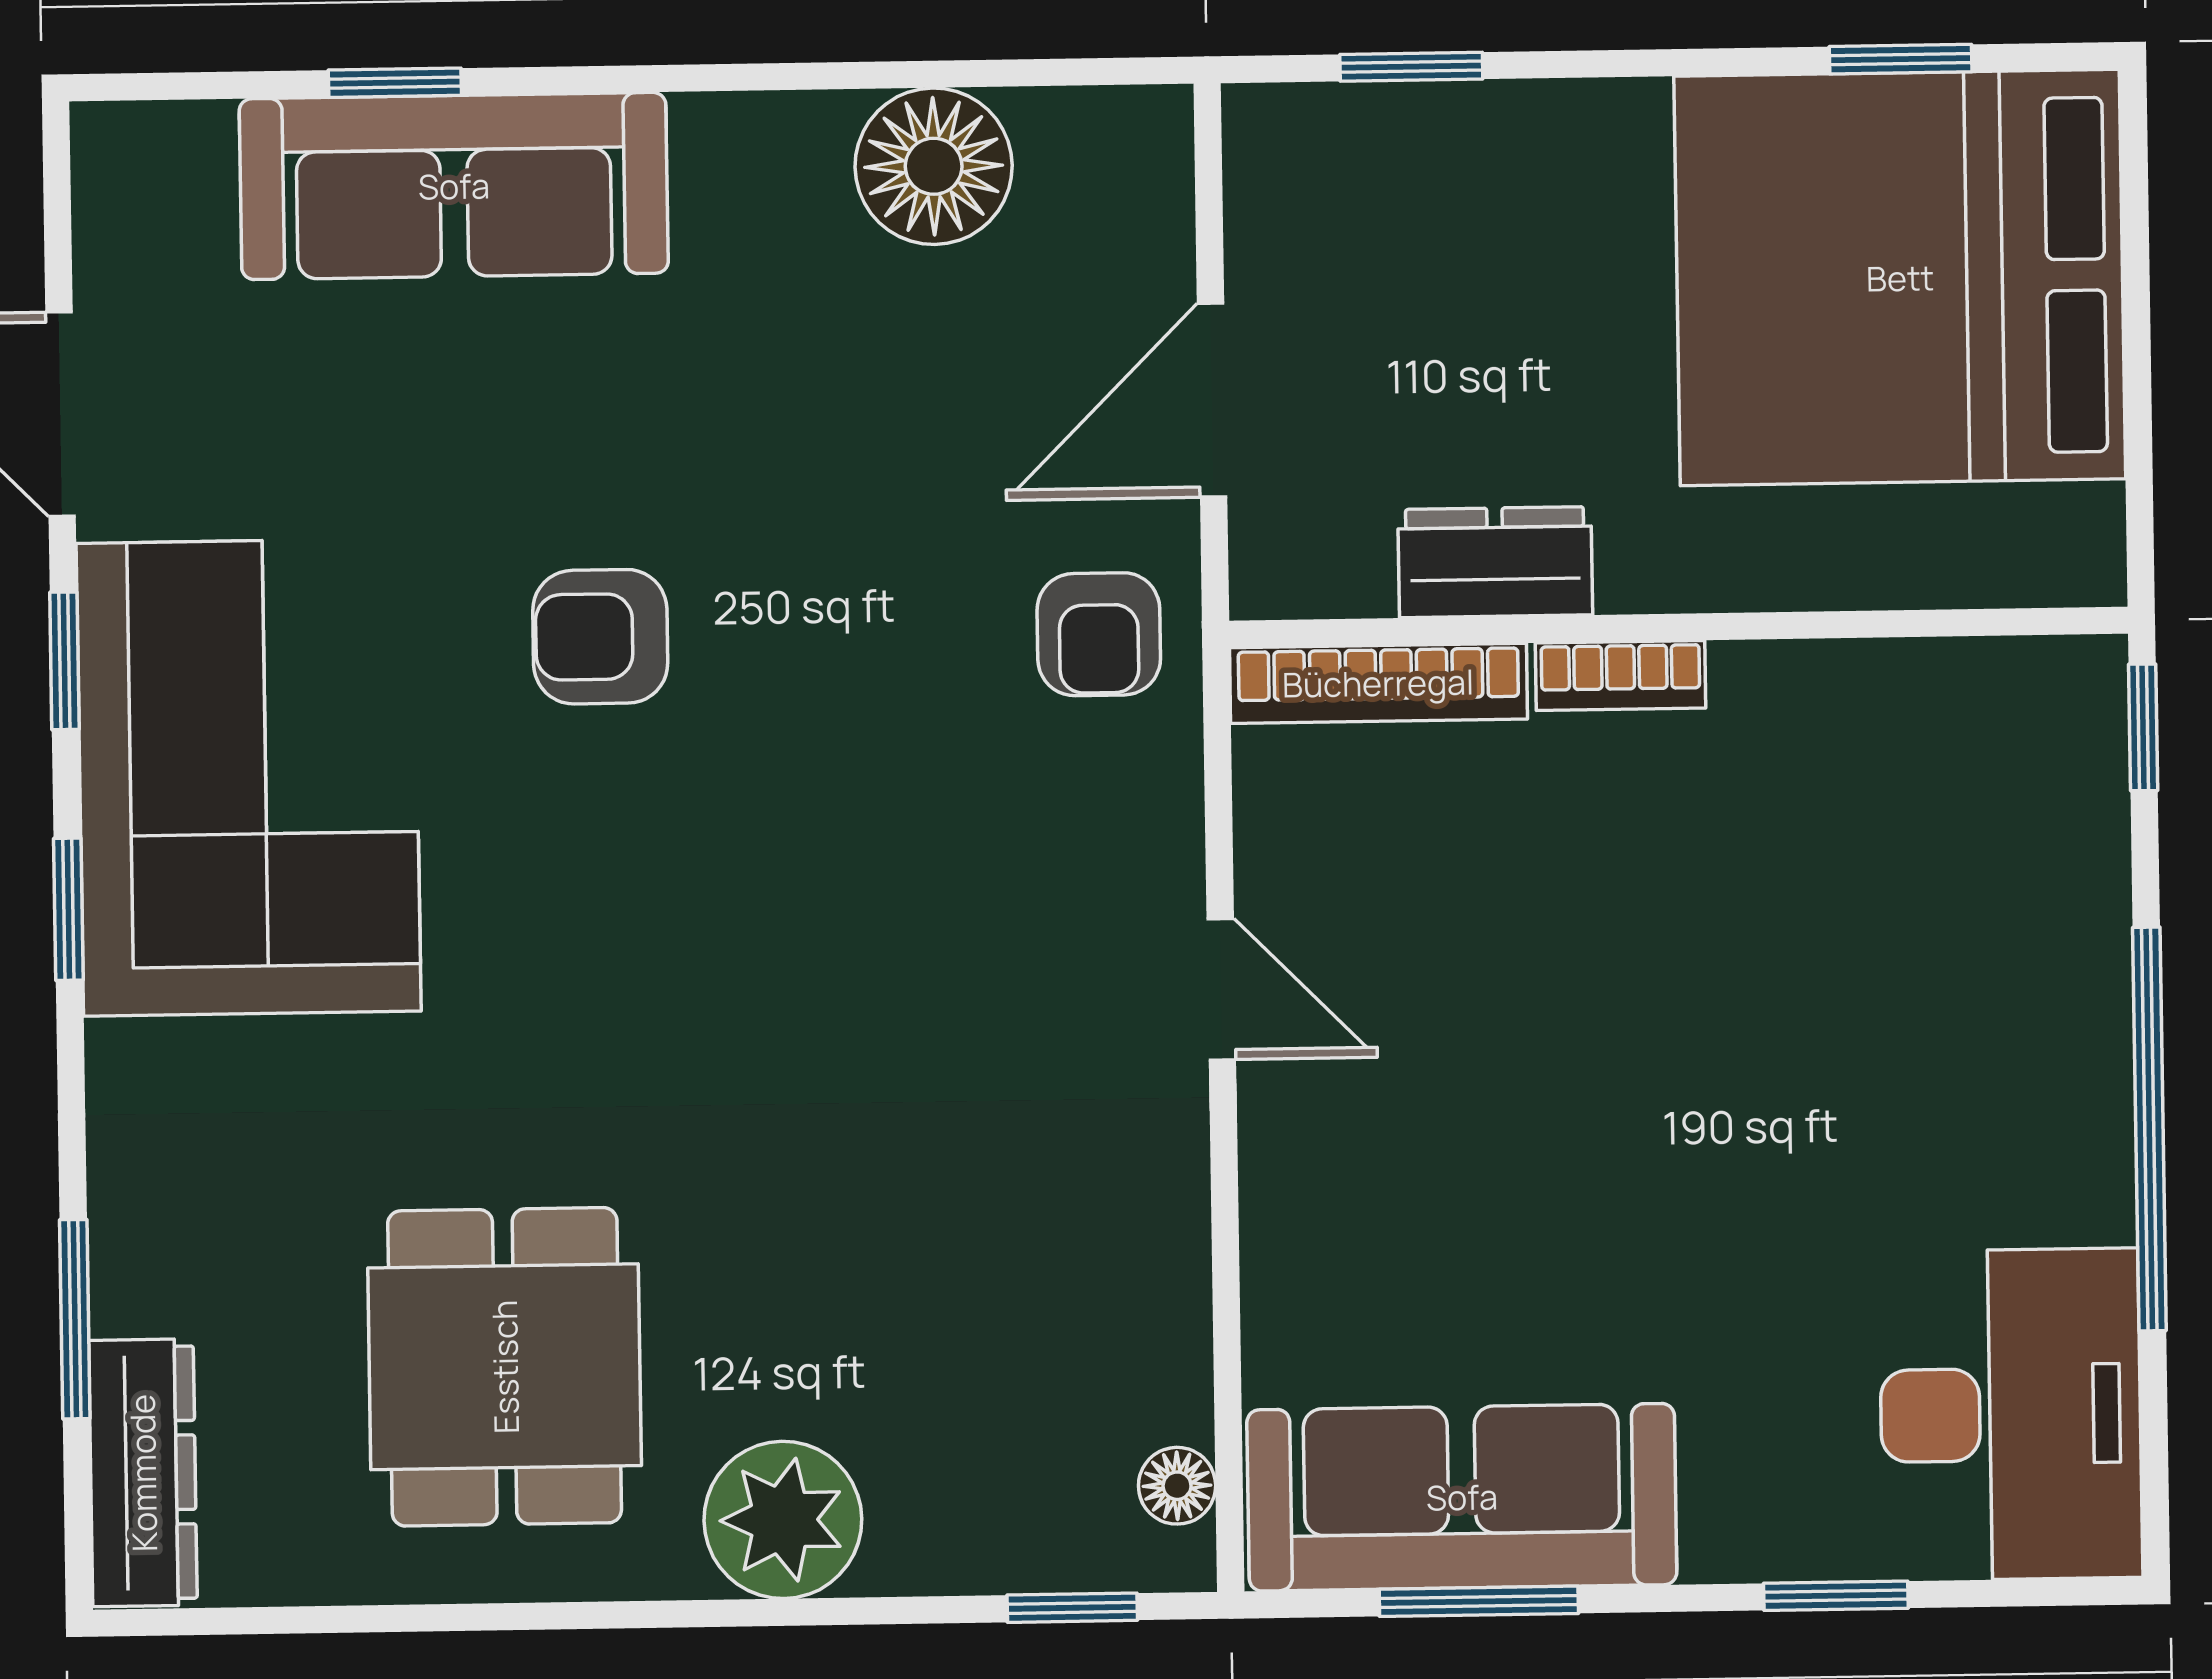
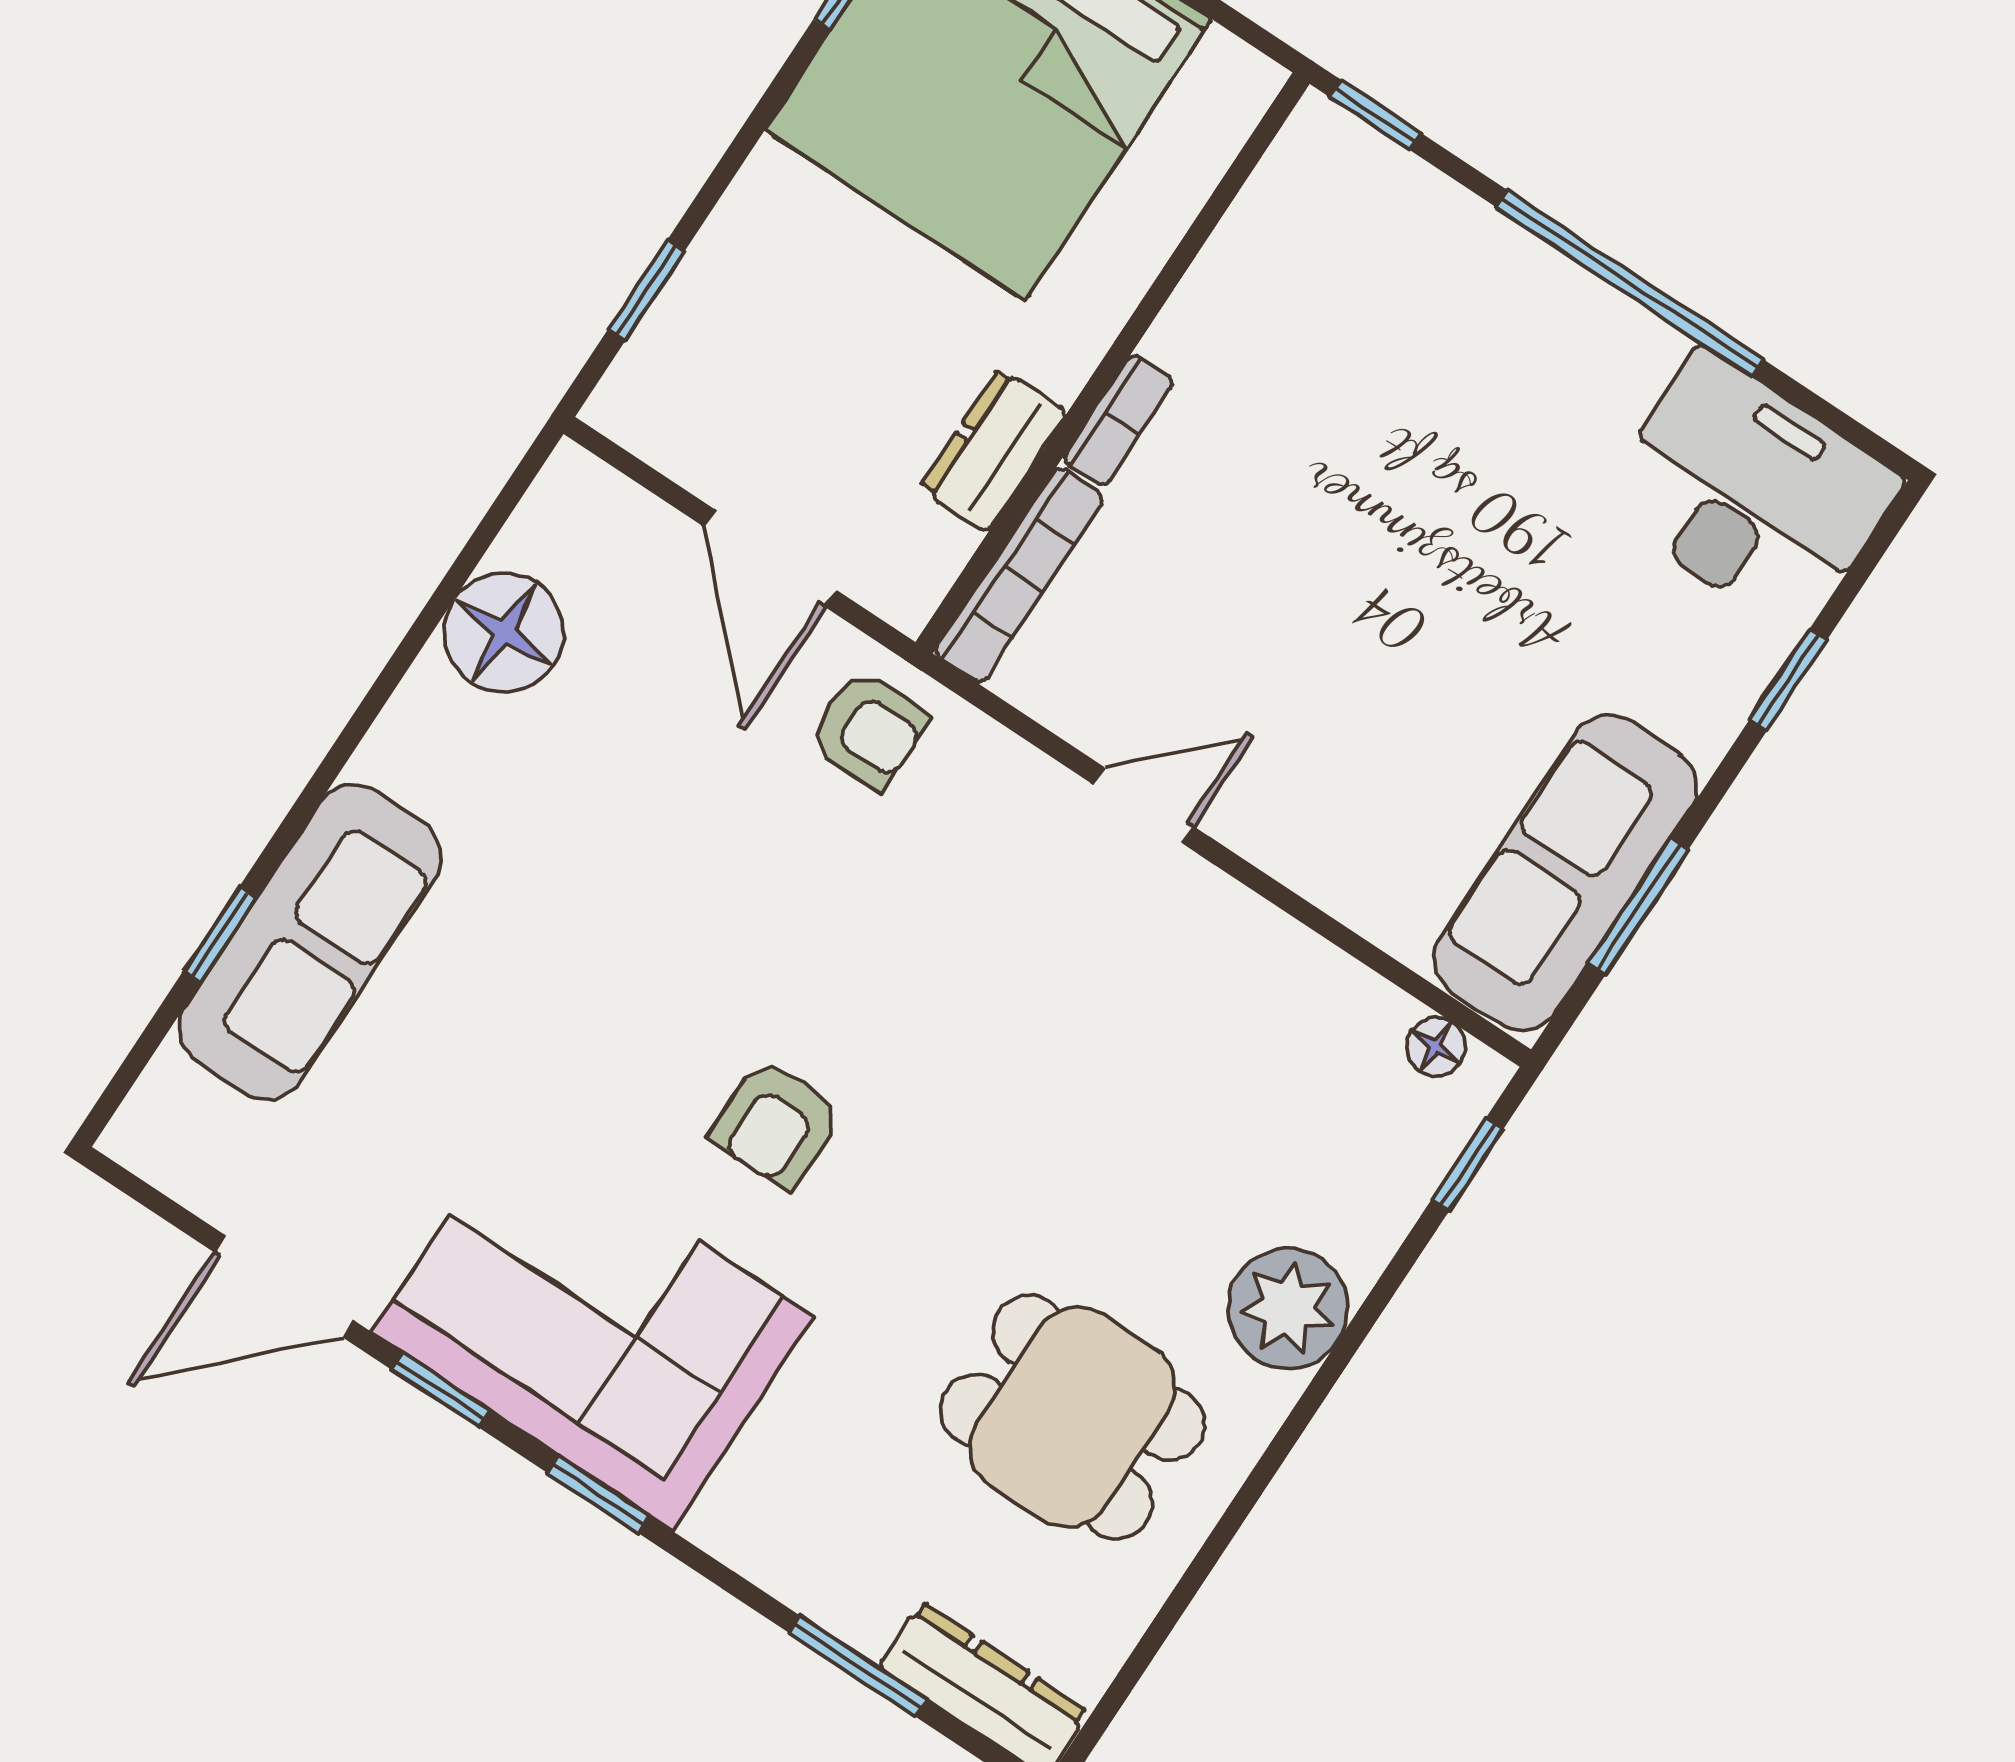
armchair: (600, 637) -> (777, 1124), moved

